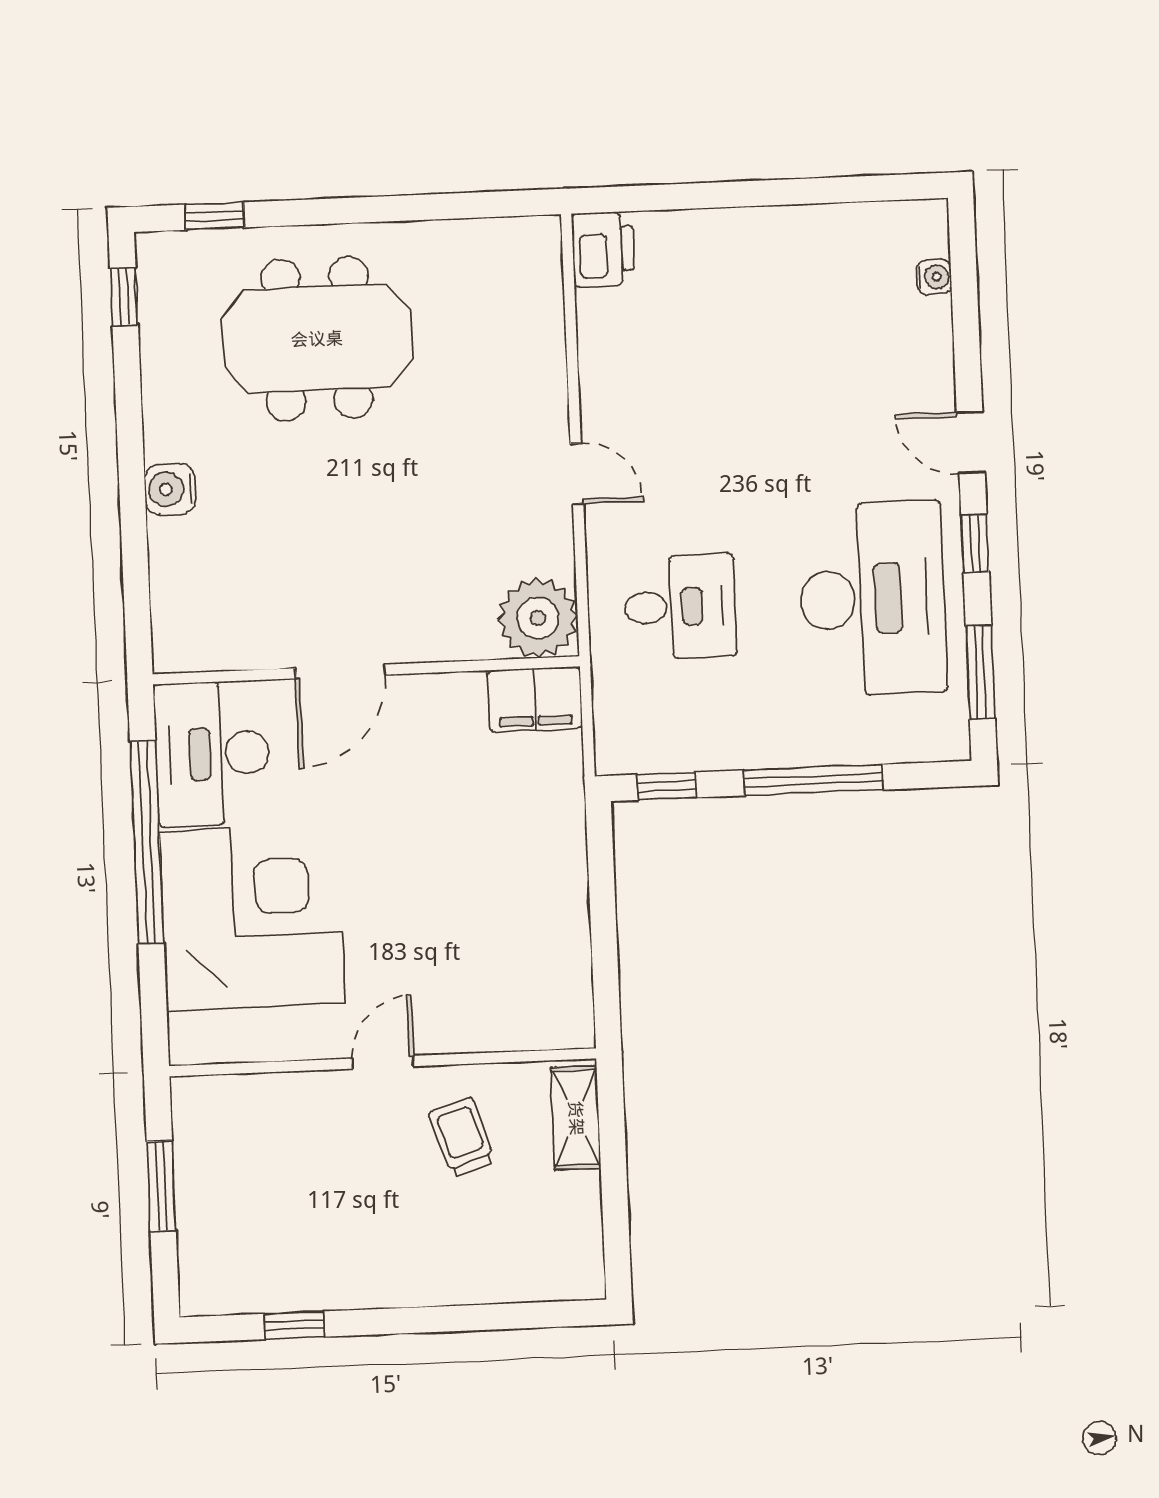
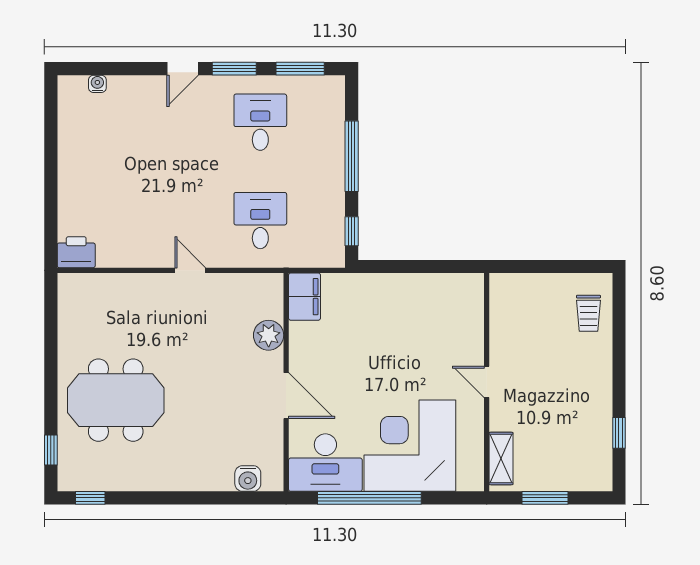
meeting table: (317, 339) -> (116, 400), turned 90
door: (577, 474) -> (190, 270), hinge flipped
water cooler: (170, 489) -> (248, 479), moved
window: (975, 543) -> (234, 69), width x1.50
desk: (872, 599) -> (260, 122), width x0.53, depth x0.77
plant: (538, 618) -> (269, 335), moved, width x0.73, depth x0.73
shelving: (576, 1118) -> (501, 458), moved, turned 90
trolley: (462, 1137) -> (588, 313), moved, turned -72

